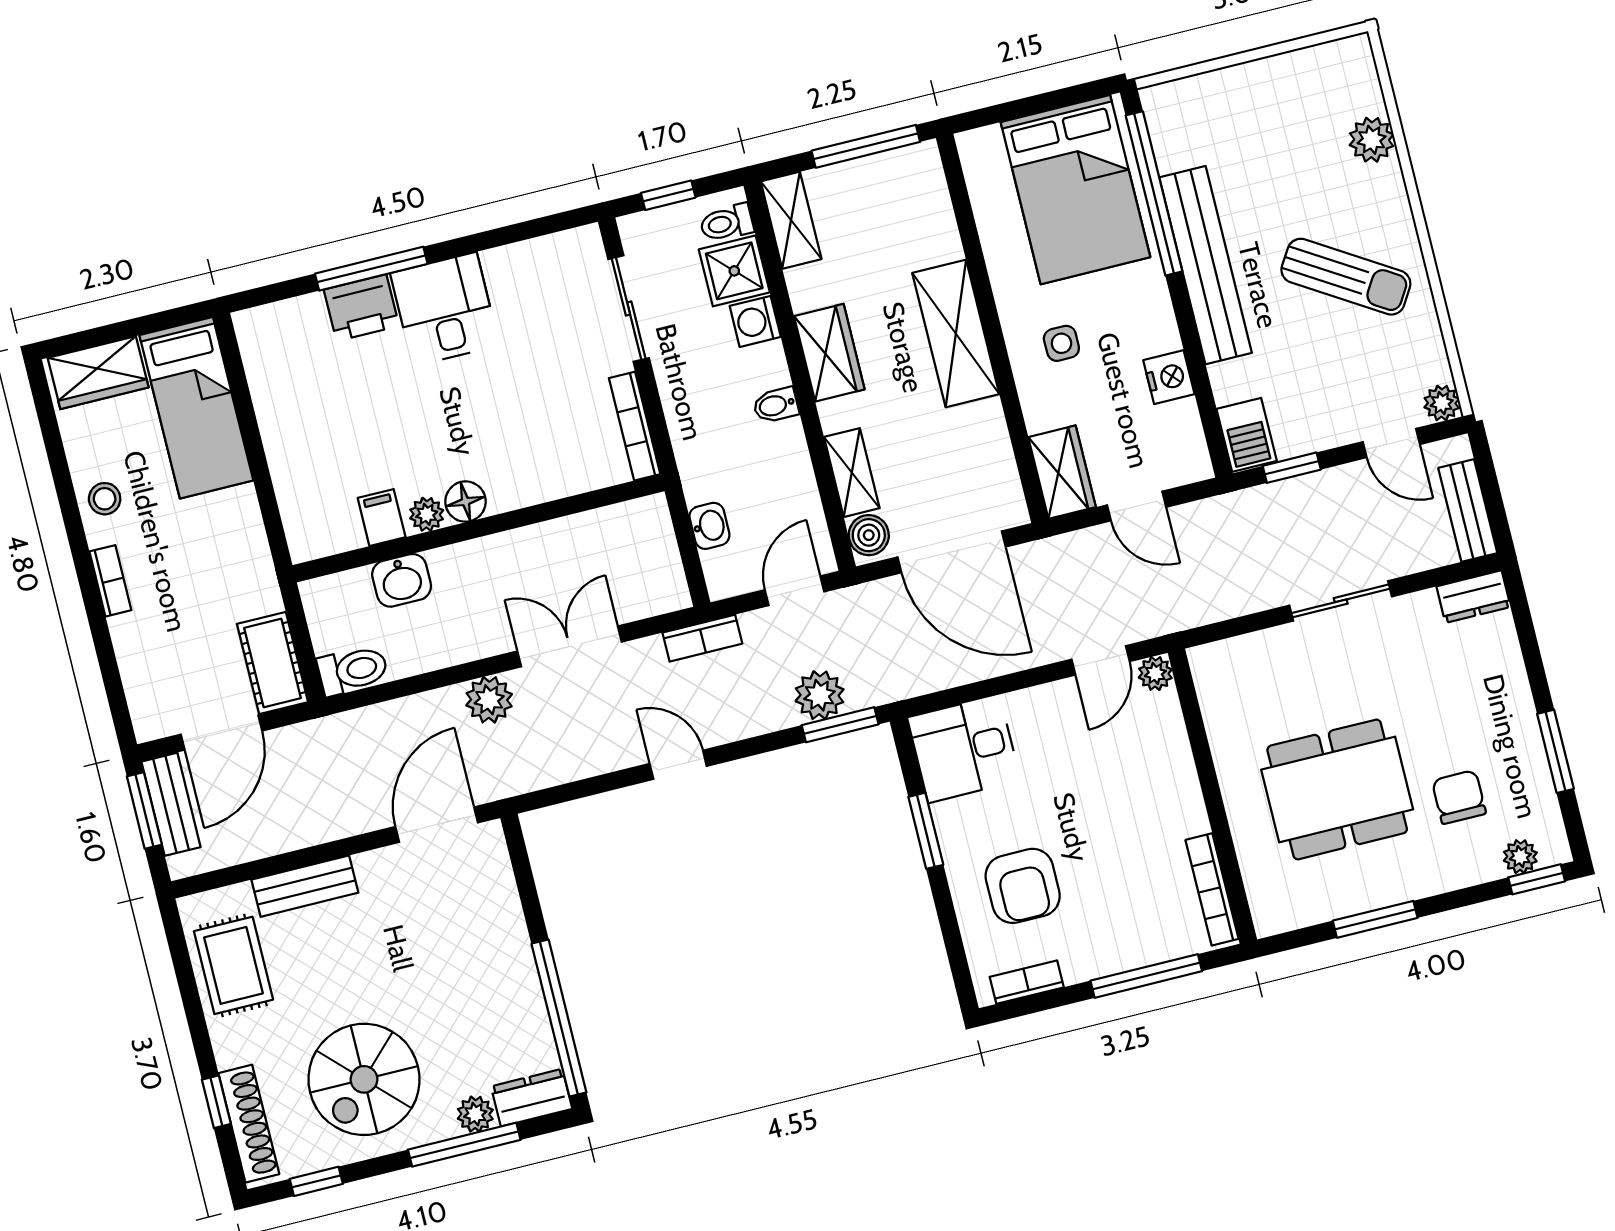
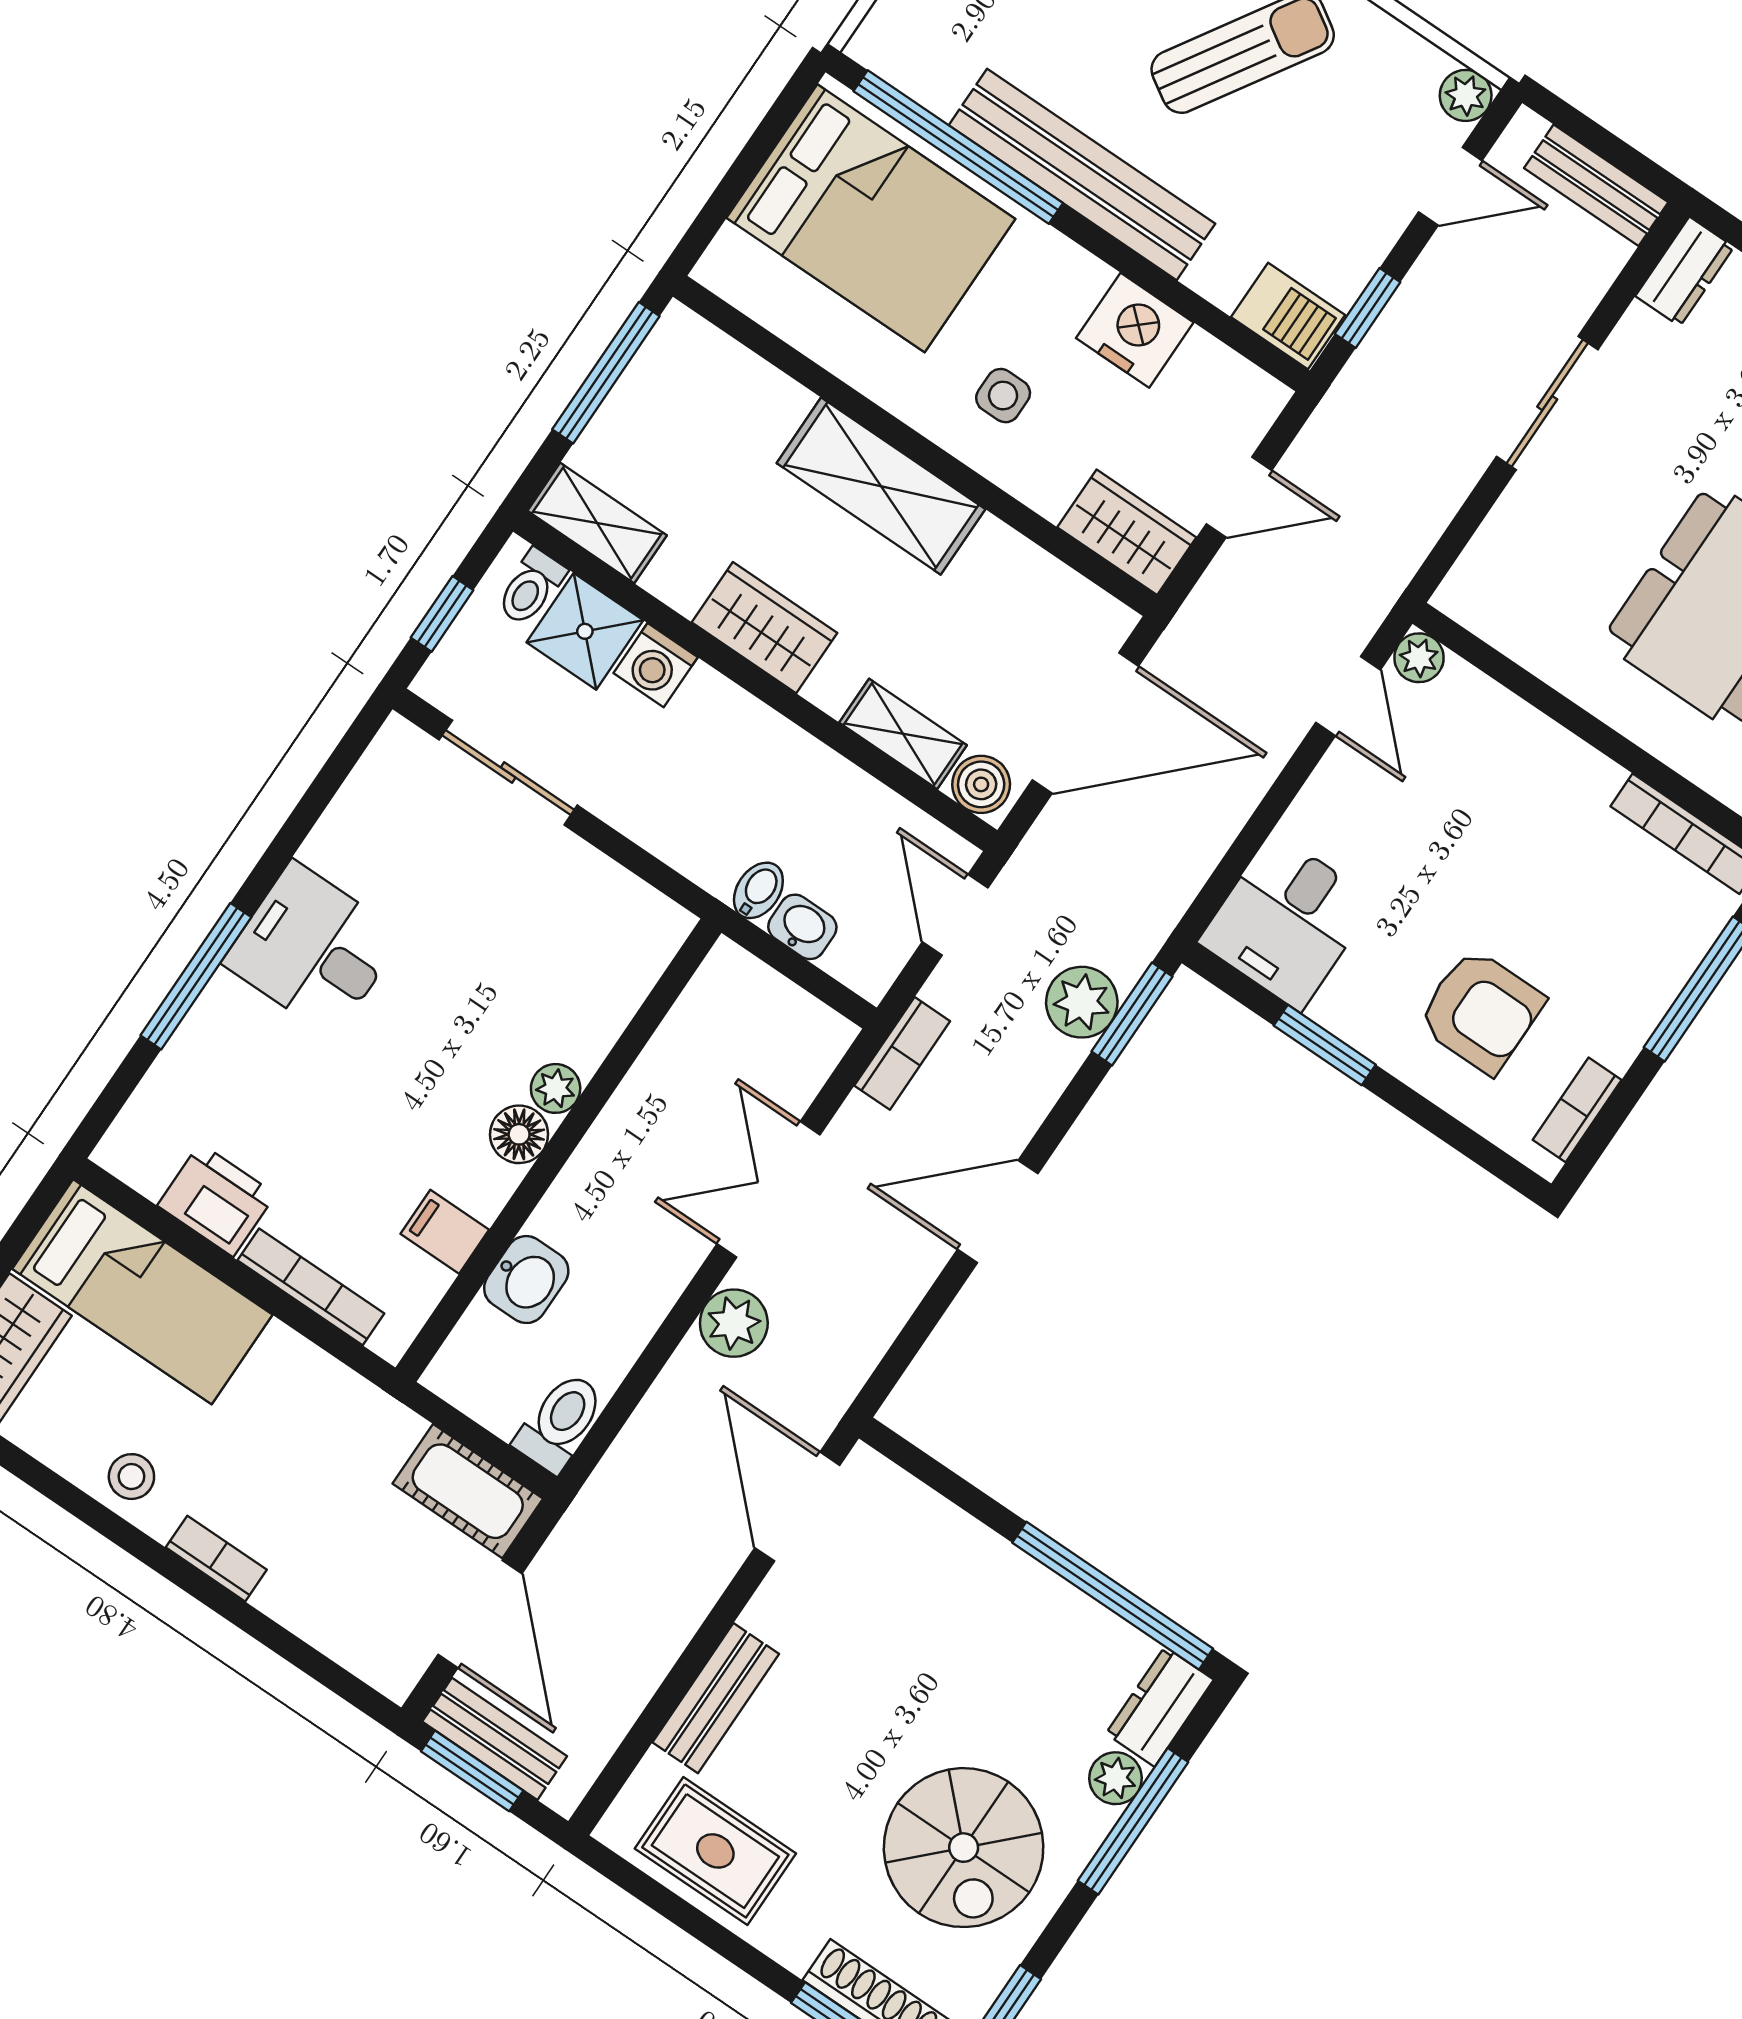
printer: (361, 308) -> (216, 1200), moved, turned -90
nightstand: (1169, 377) -> (1135, 330), width x1.36, depth x1.33
bidet: (776, 405) -> (758, 890), moved, turned 180
bookcase: (635, 426) -> (311, 1287), moved, turned 180
plant: (427, 514) -> (556, 1088), moved
door: (678, 765) -> (998, 1212), width x1.38

